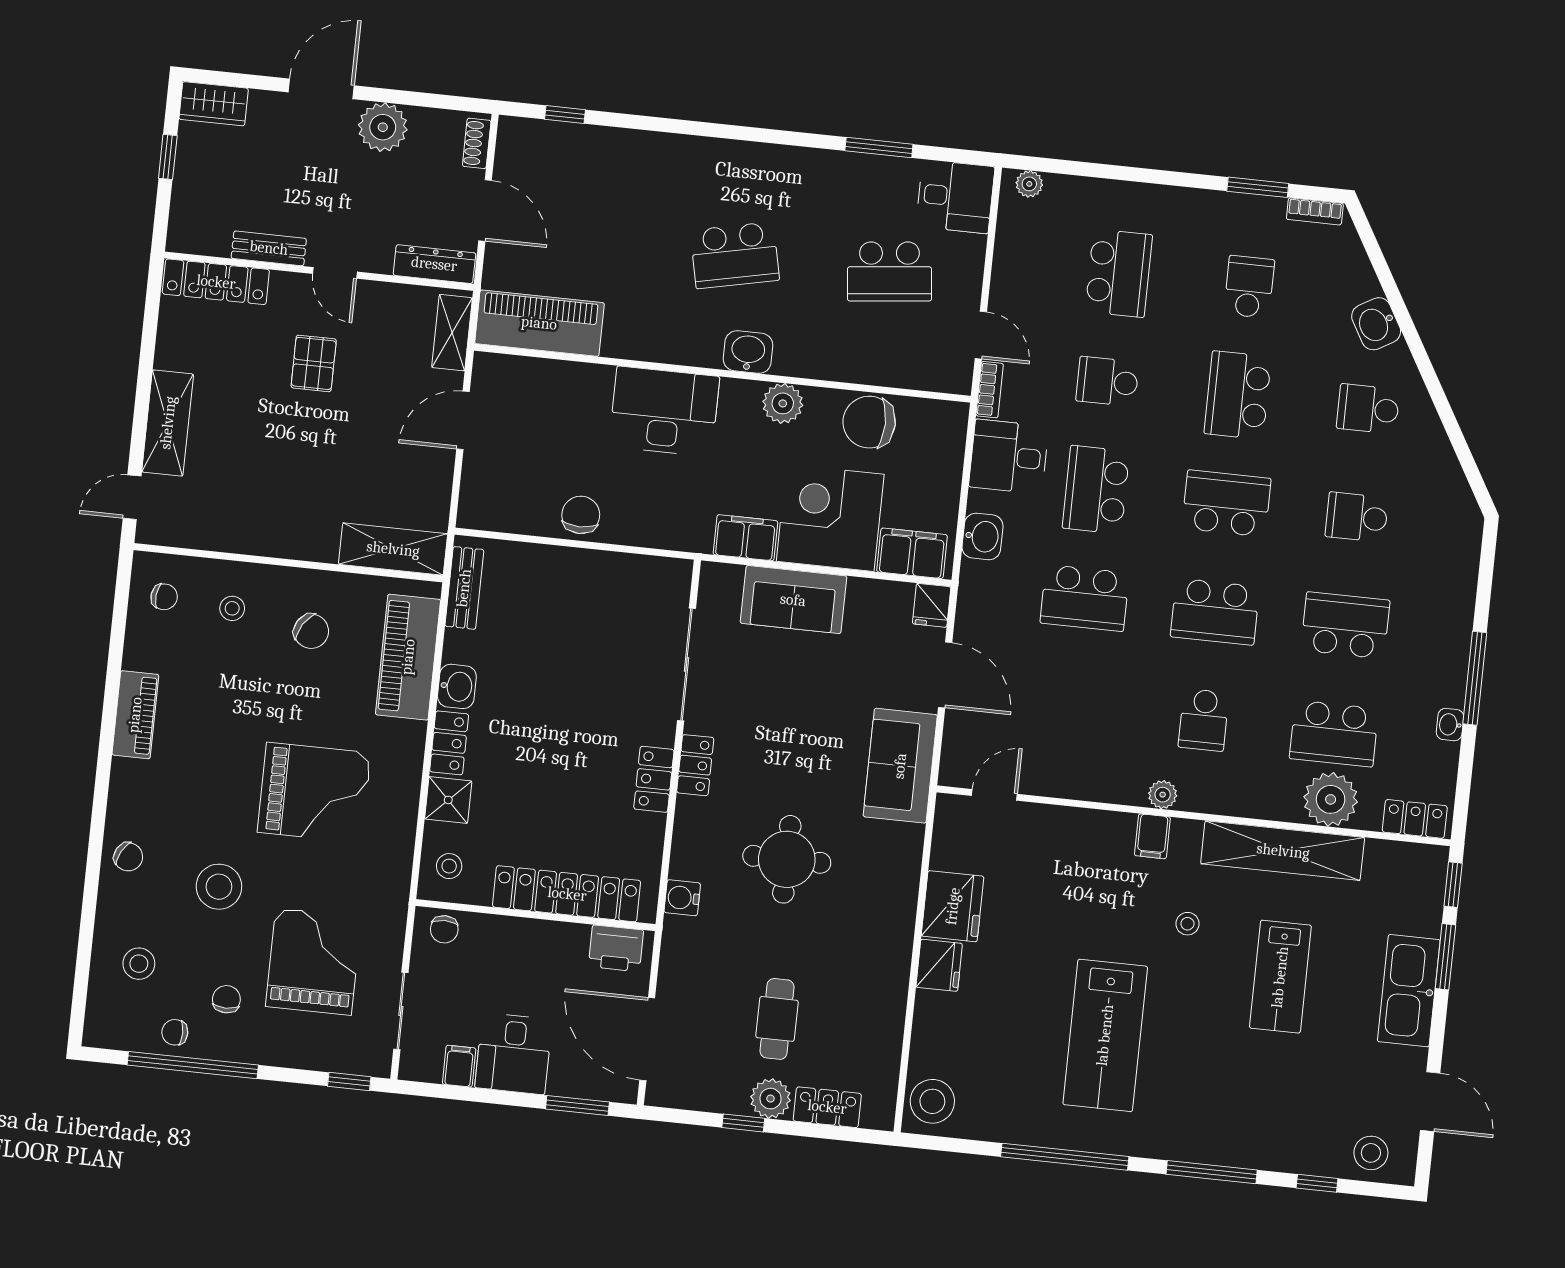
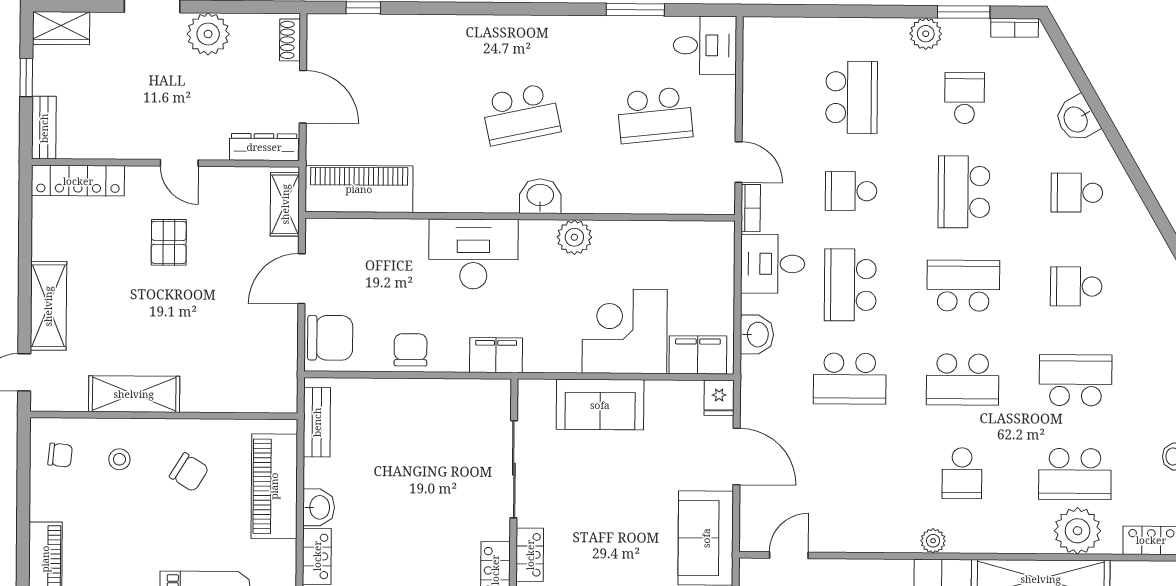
plant: (1029, 184) -> (926, 34), moved, width x1.38, depth x1.38
bench: (269, 248) -> (44, 128), moved, turned 90
chair: (869, 422) -> (330, 338), moved, turned 180
filing cabinet: (745, 538) -> (496, 355), moved
shelving: (393, 549) -> (134, 394), moved

